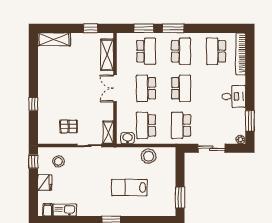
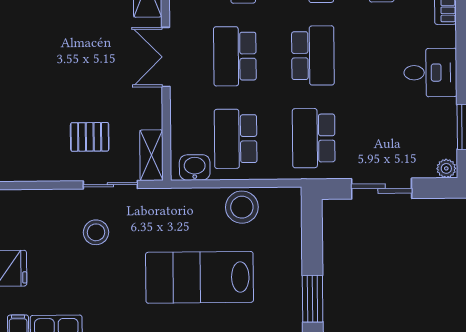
pallet: (69, 126) -> (90, 137), moved
stool: (58, 161) -> (96, 232), moved
lab bench: (129, 187) -> (199, 277), width x1.36, depth x1.39

